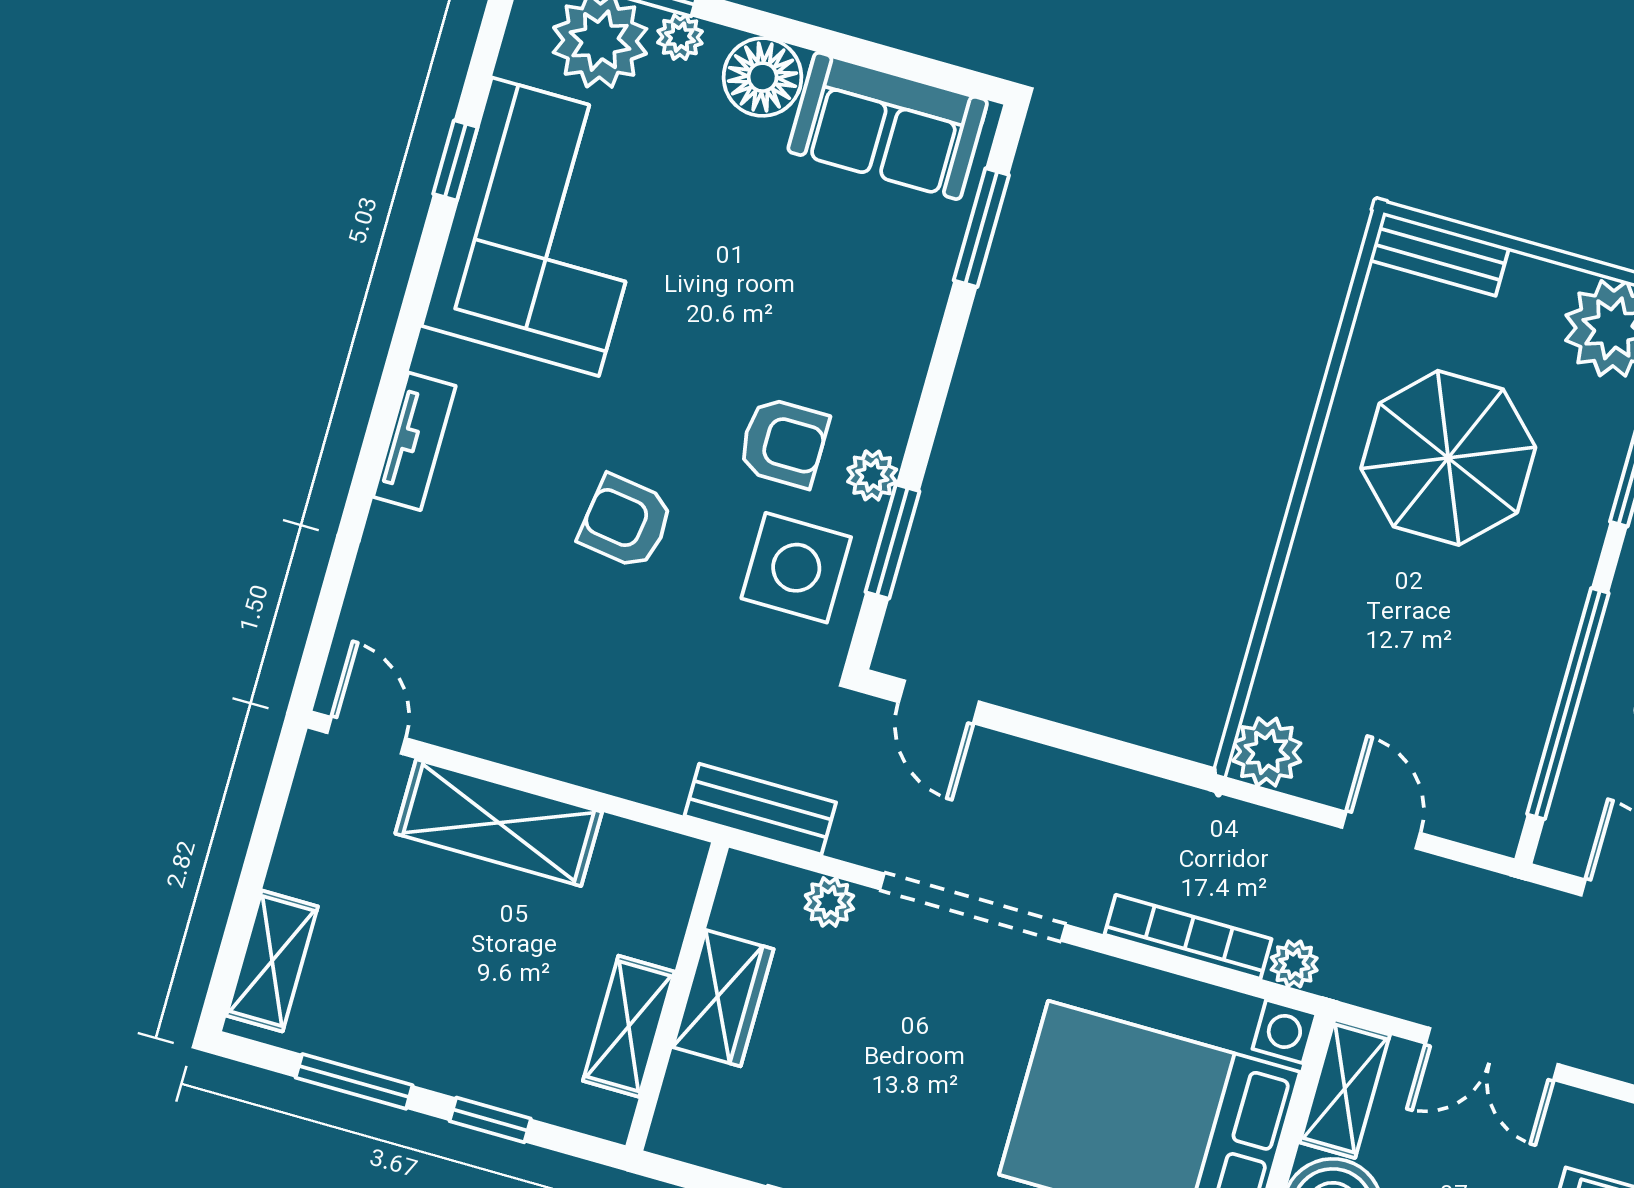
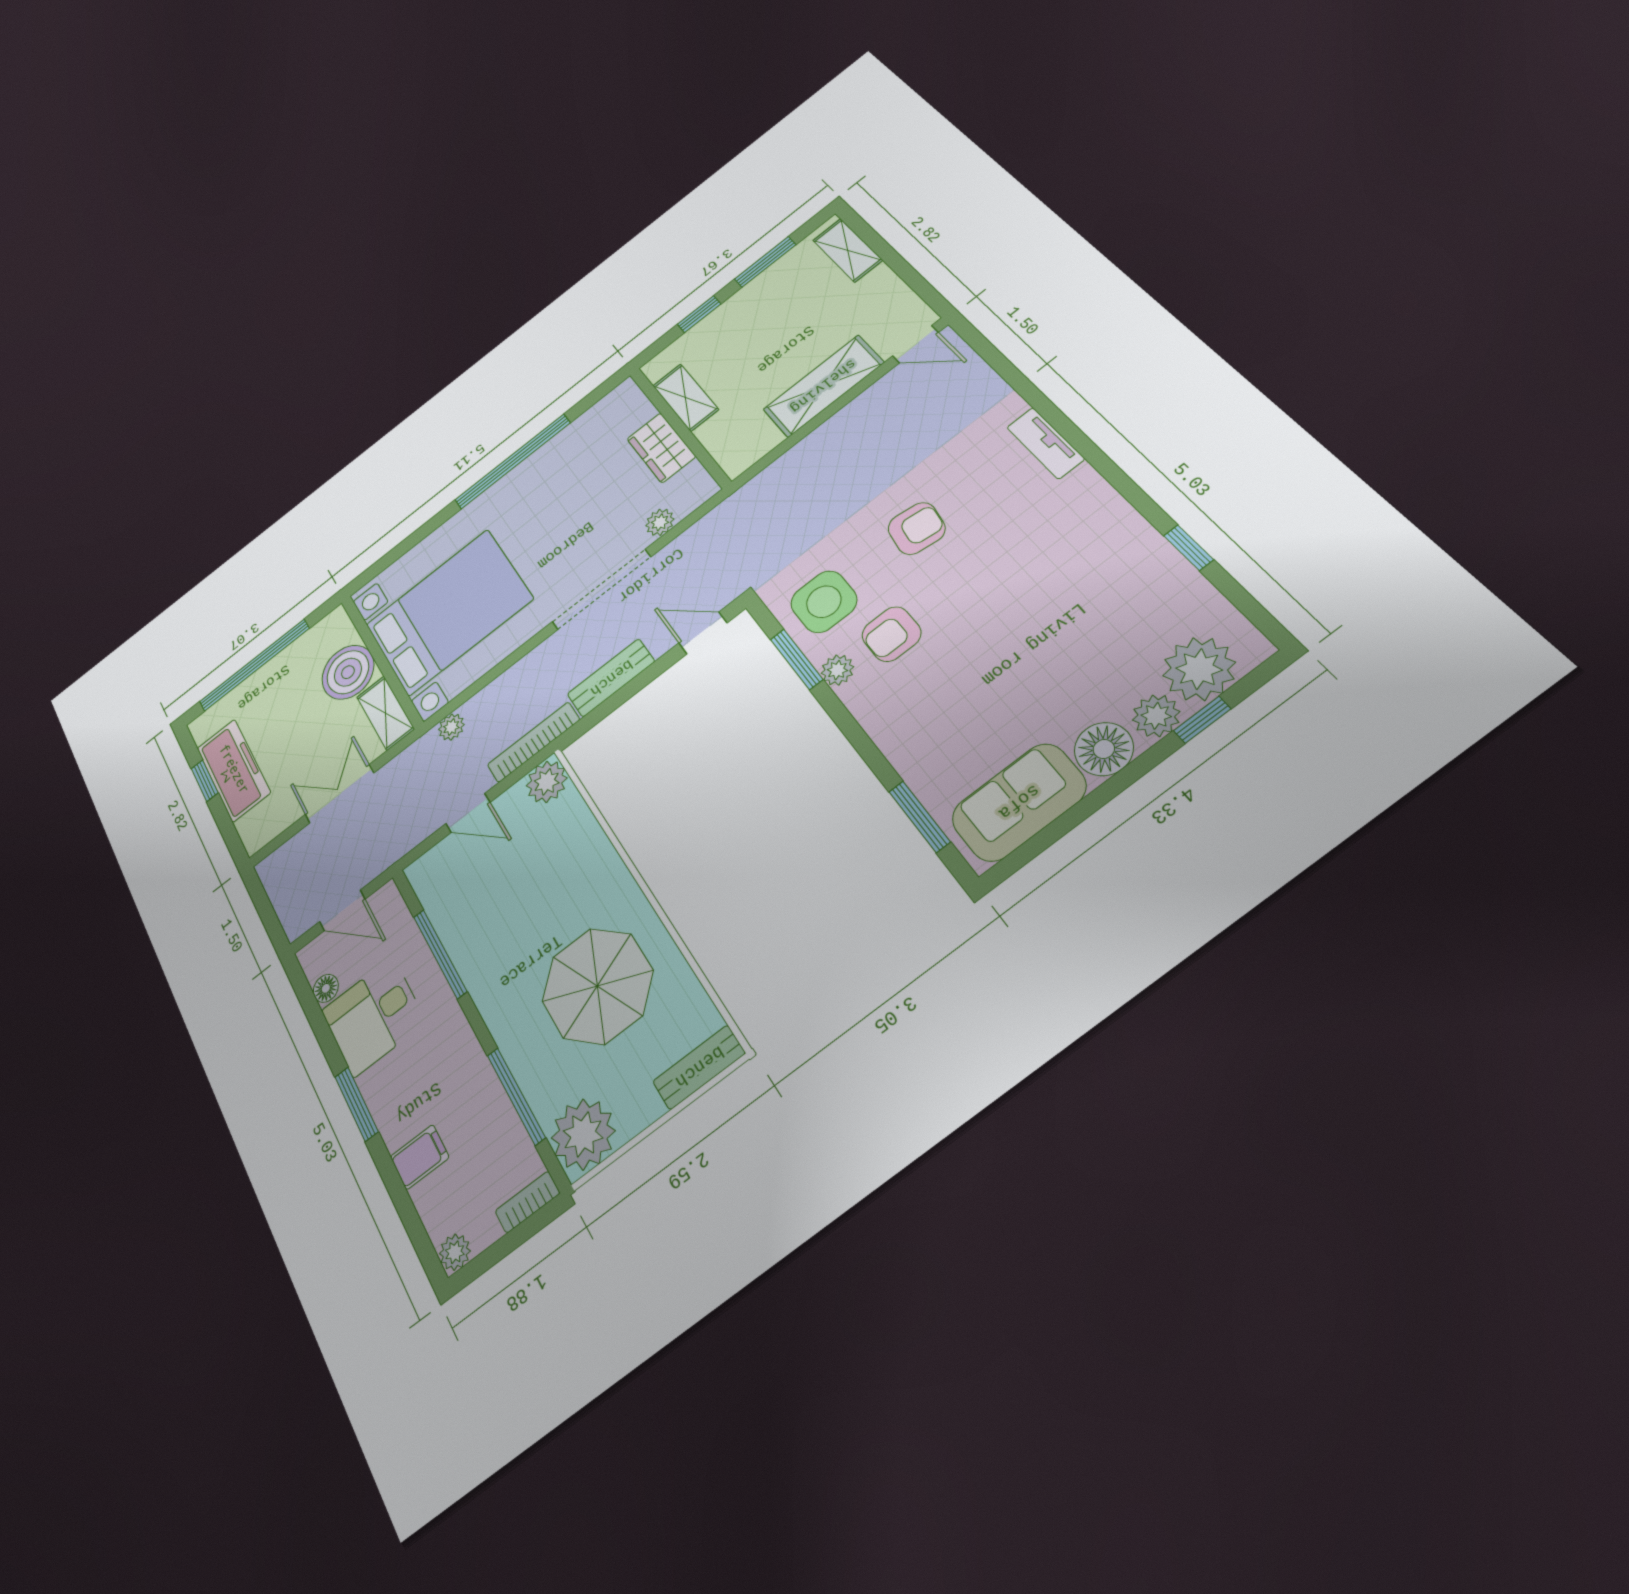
plant: (680, 37) -> (1156, 716), width x1.38, depth x1.38
corner sofa: (545, 227) -> (1110, 576), removed
window: (1568, 704) -> (440, 954), width x0.68
bench: (760, 809) -> (611, 678), moved
bookcase: (1188, 937) -> (533, 742), moved, turned 180

